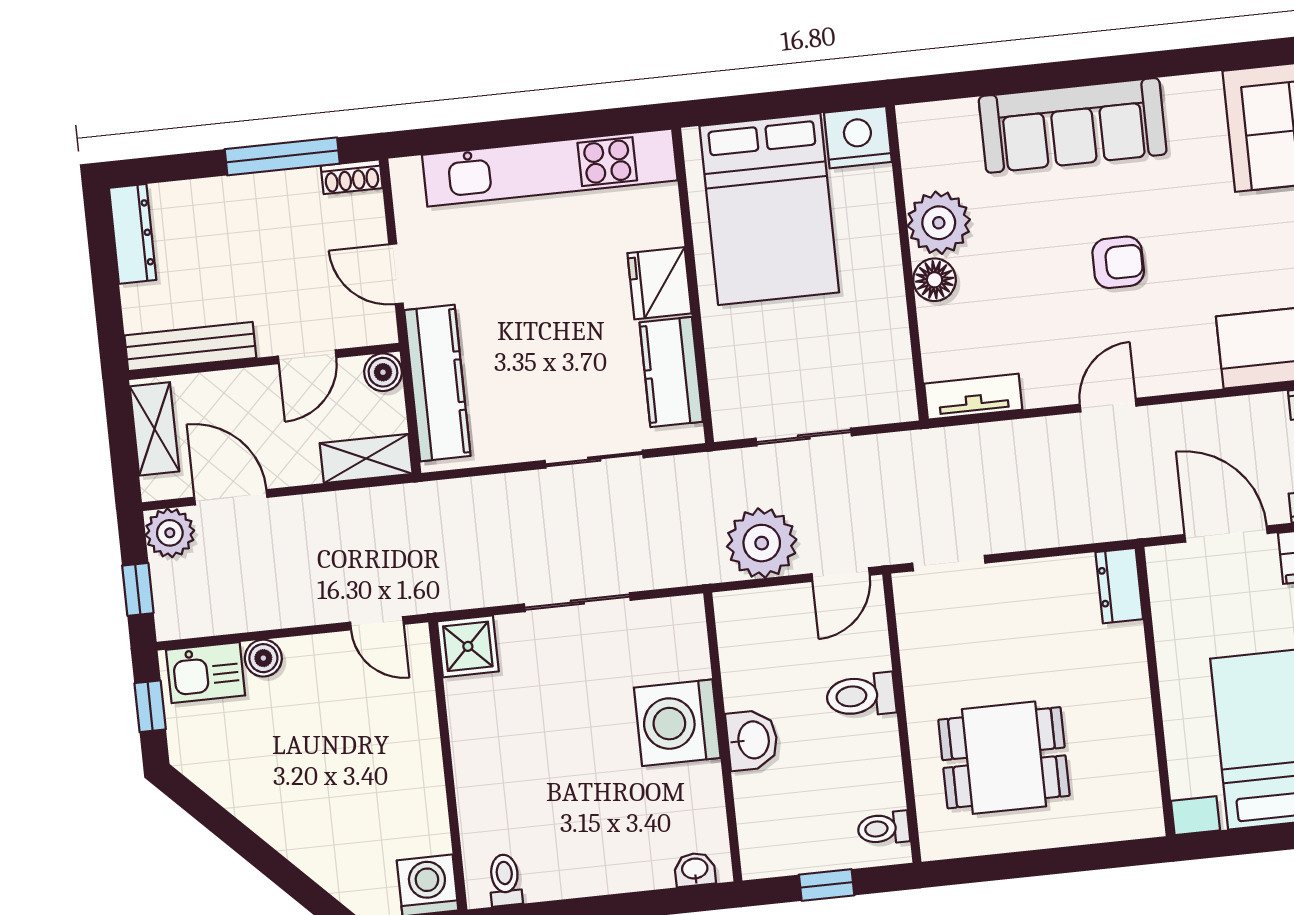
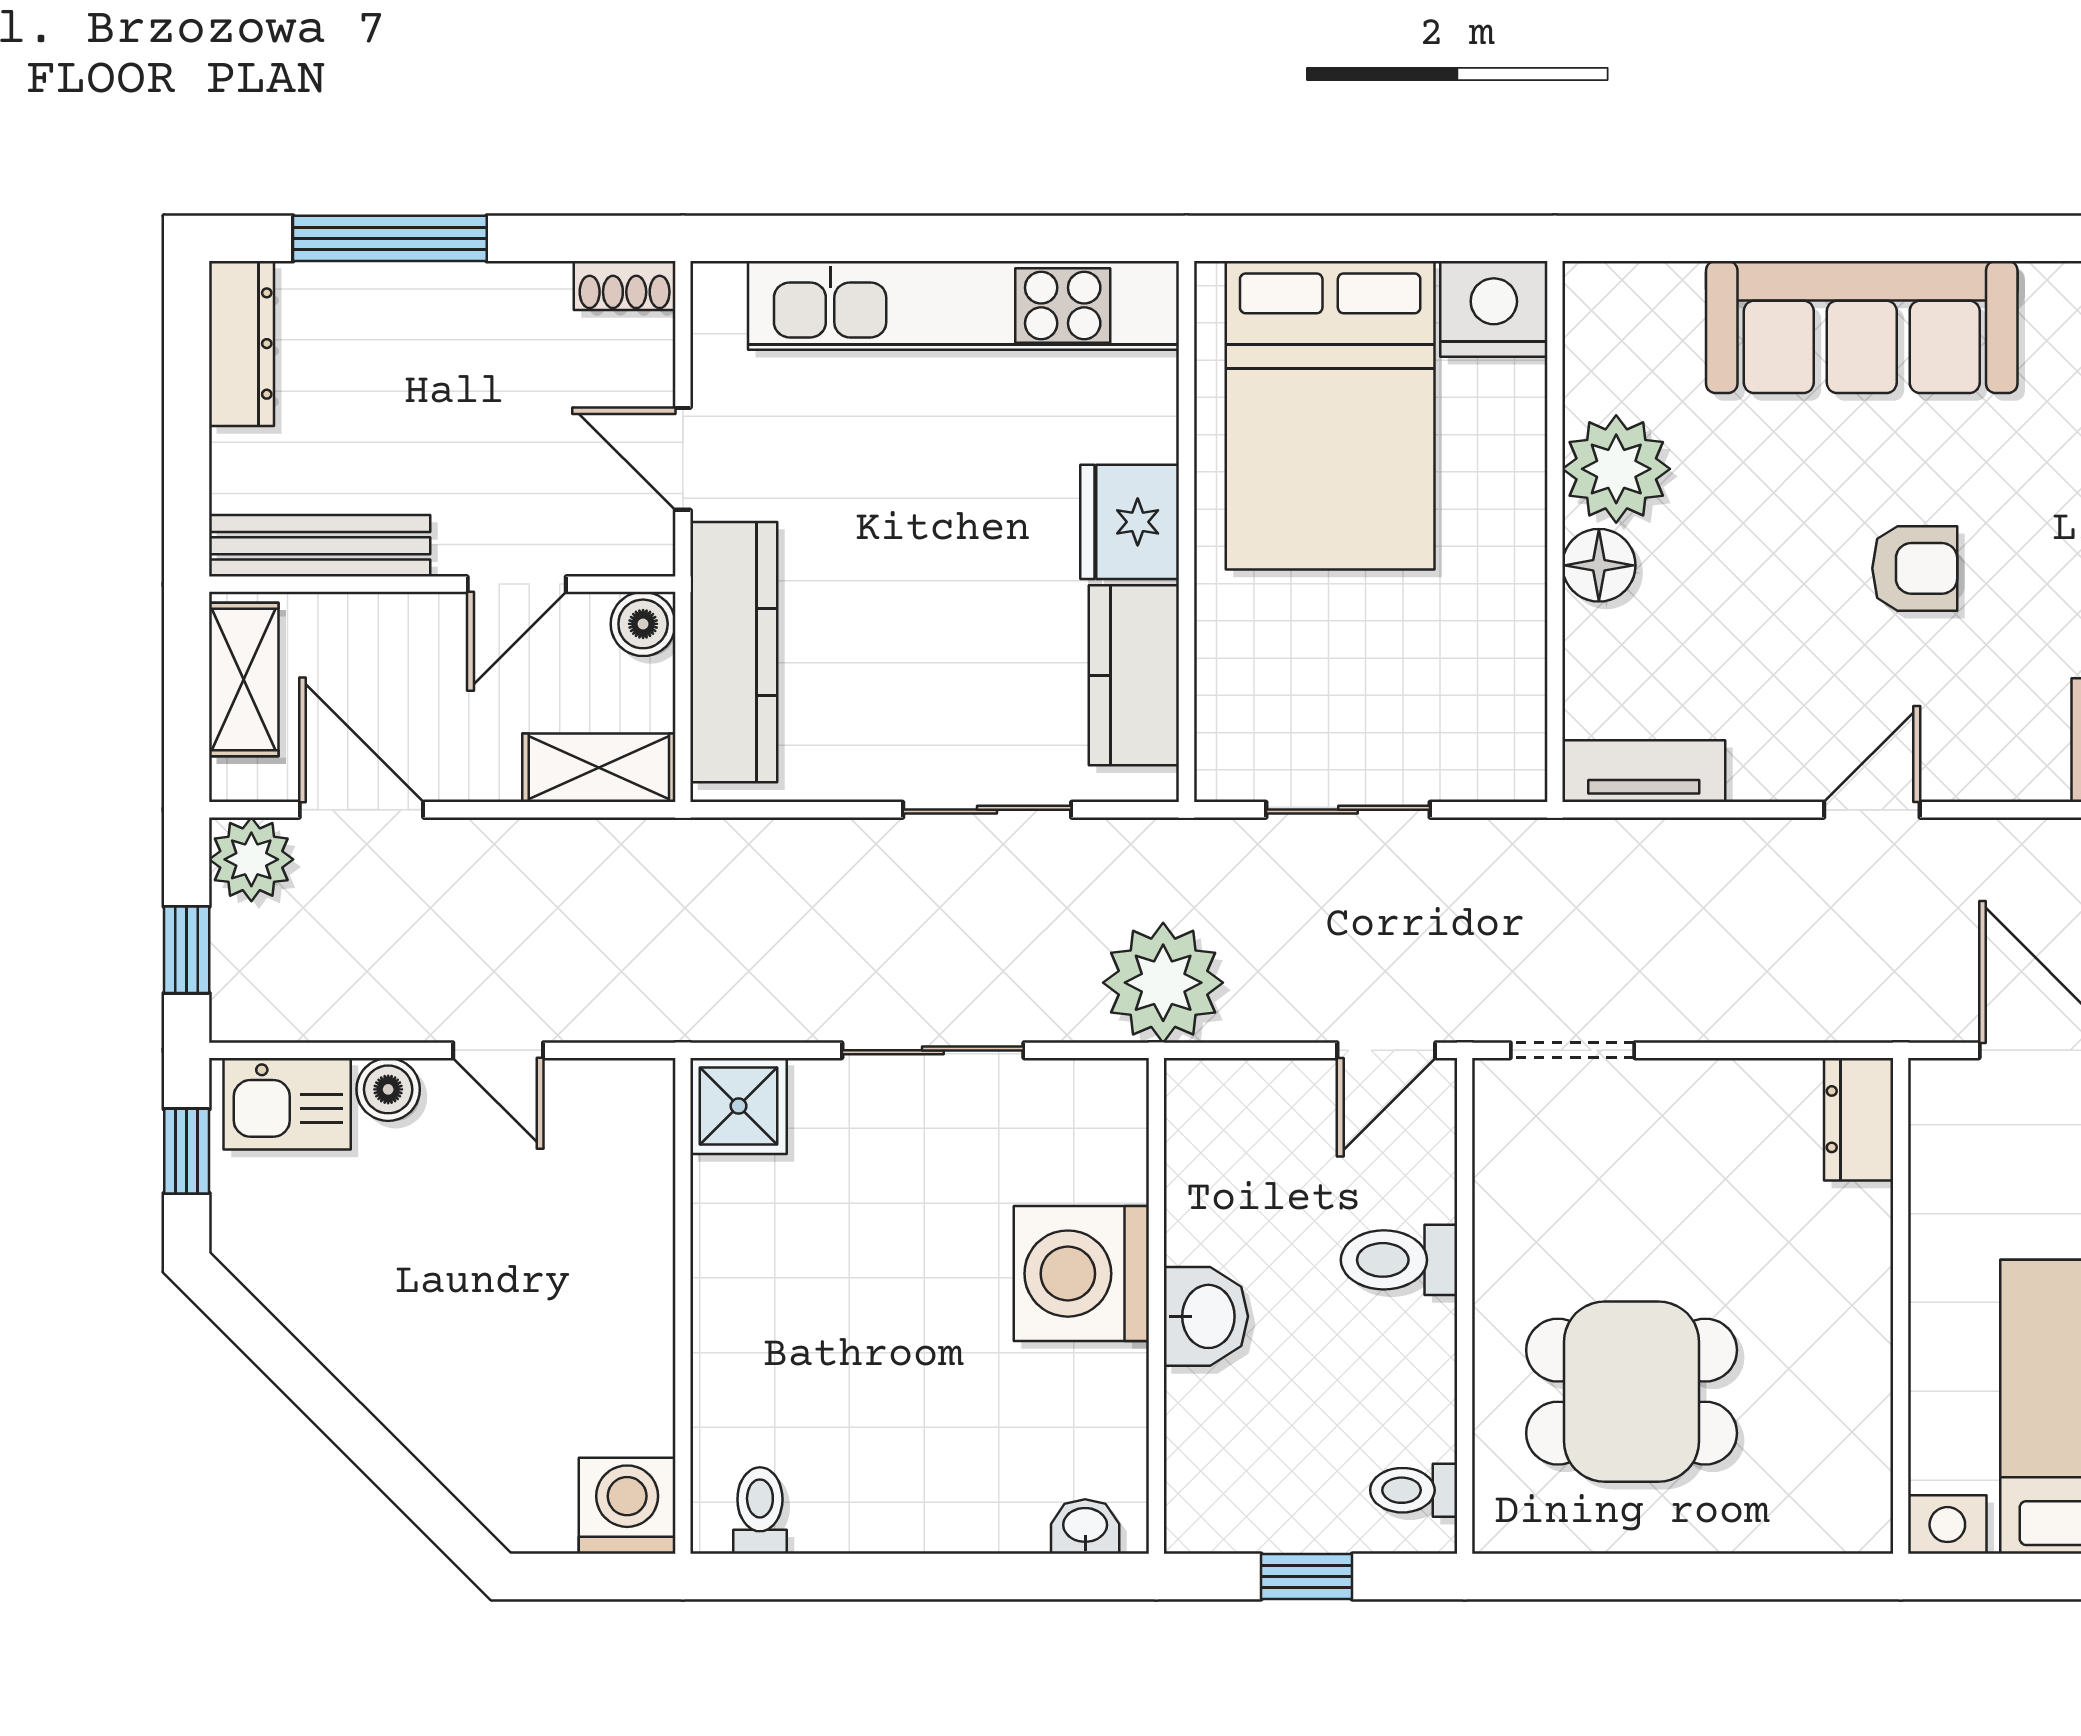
window: (282, 156) -> (390, 238), moved
plant: (762, 543) -> (1163, 983), moved
door: (377, 623) -> (498, 1050), moved

